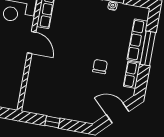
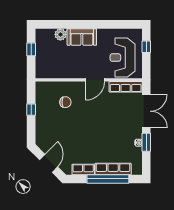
window: (148, 48) -> (108, 179), width x1.46
chair: (100, 67) -> (65, 102), moved

